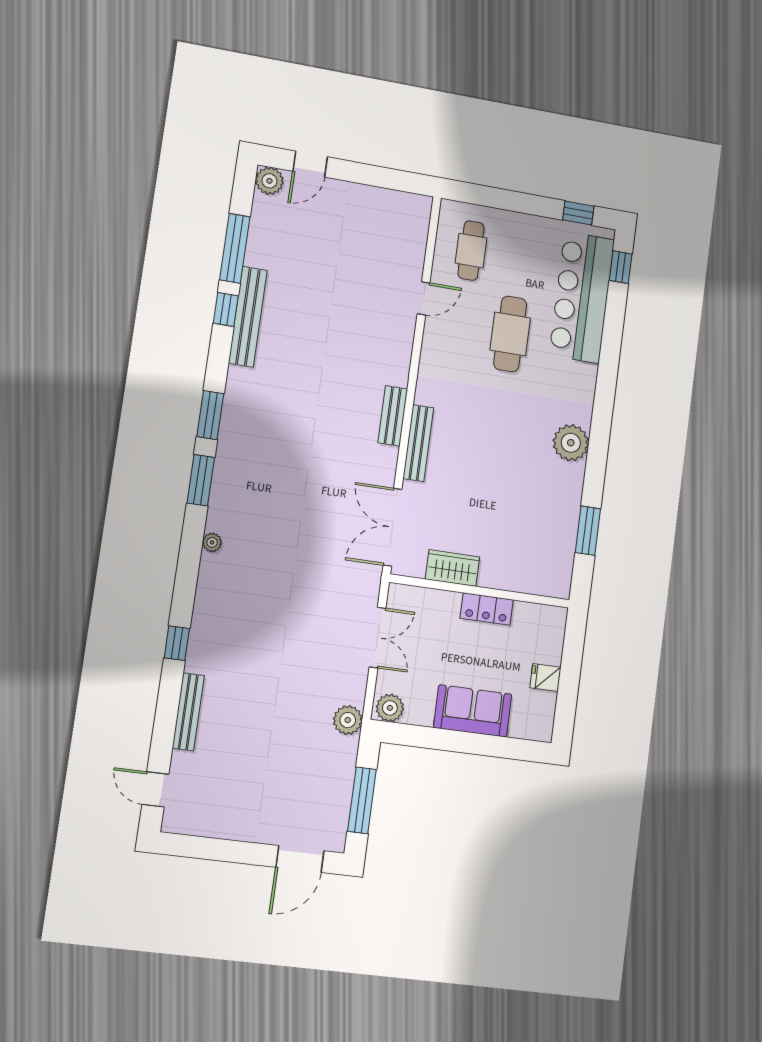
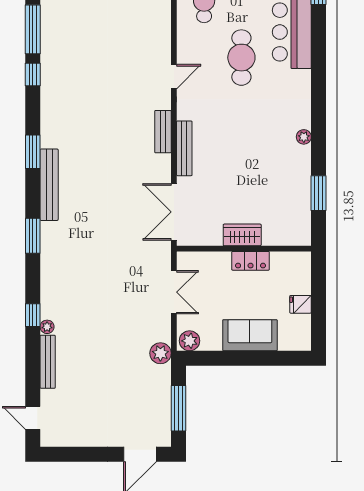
door: (424, 298) -> (174, 77), moved
bench: (248, 317) -> (49, 185), moved
plant: (571, 443) -> (304, 137), width x0.53, depth x0.53
window: (201, 480) -> (33, 236), moved
plant: (212, 542) -> (47, 327), moved
wardrobe: (452, 568) -> (242, 235), moved

